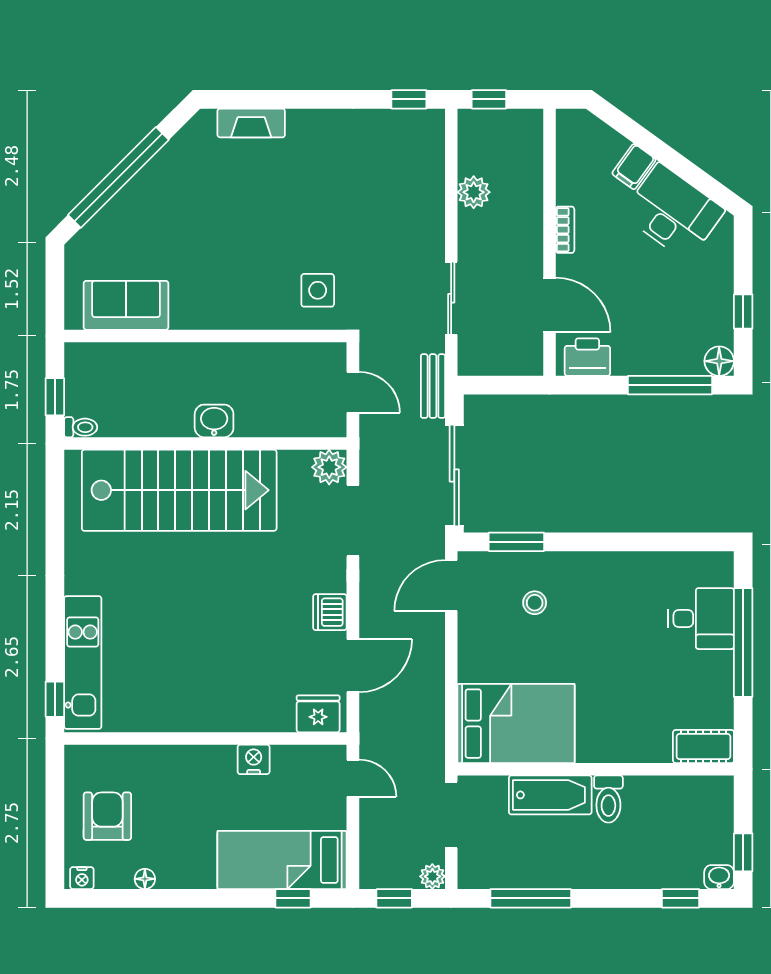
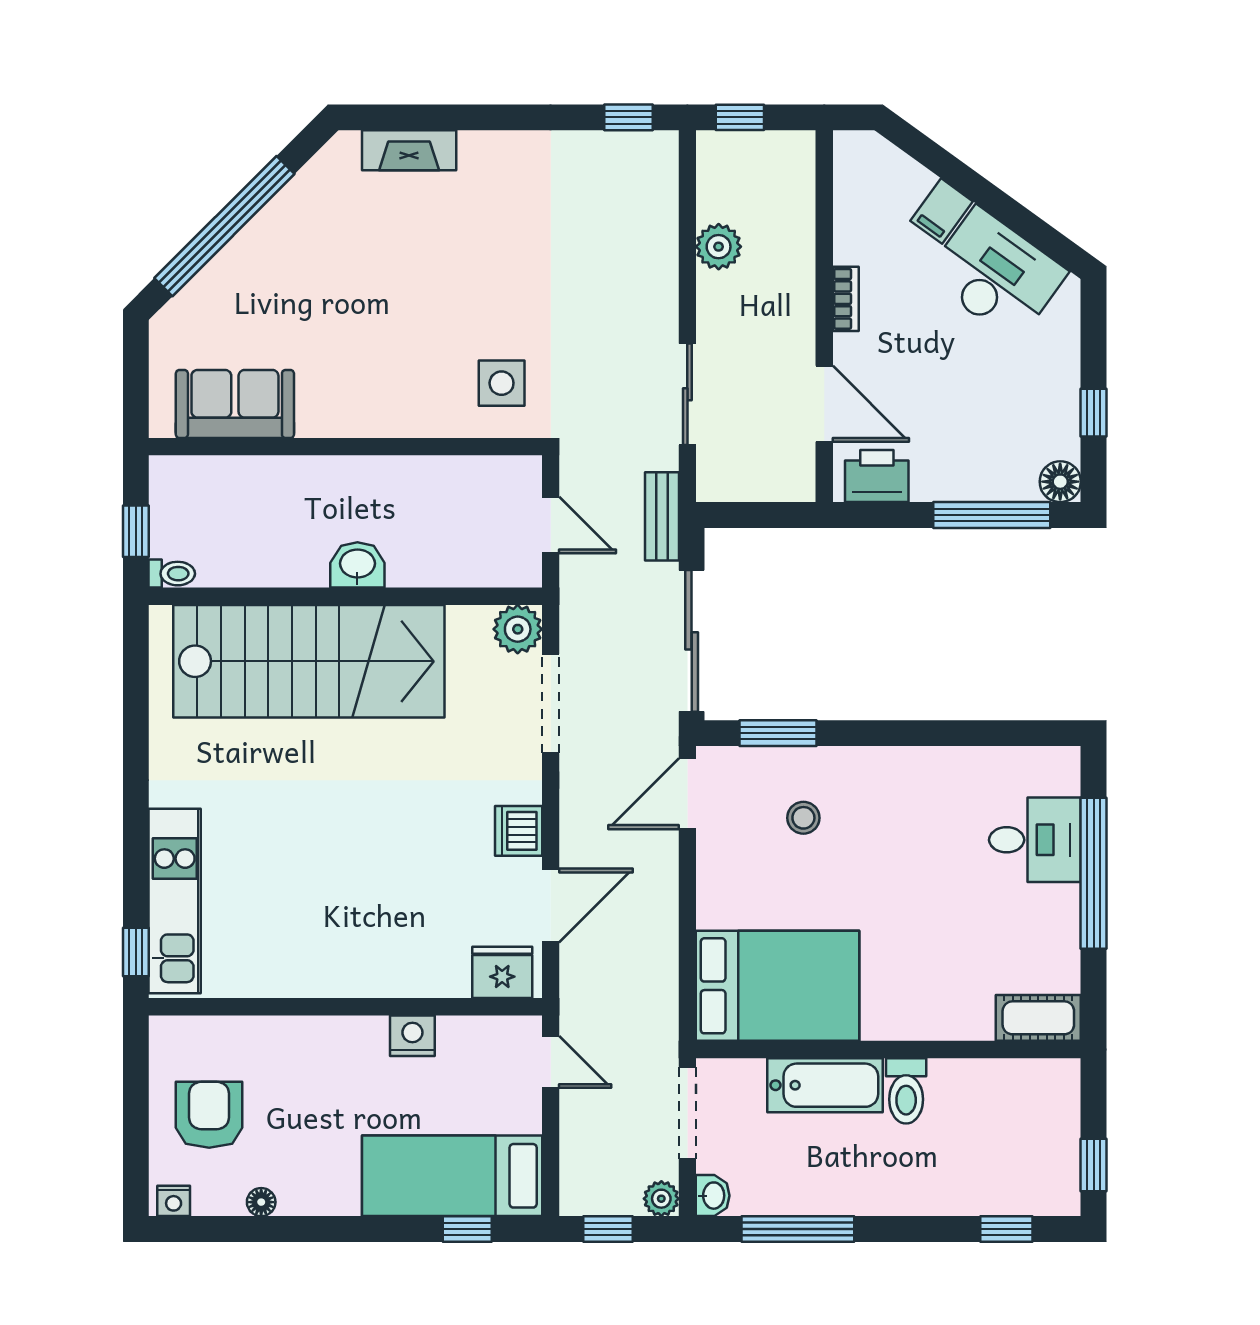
washbasin: (719, 877) -> (713, 1196), moved, turned 90

